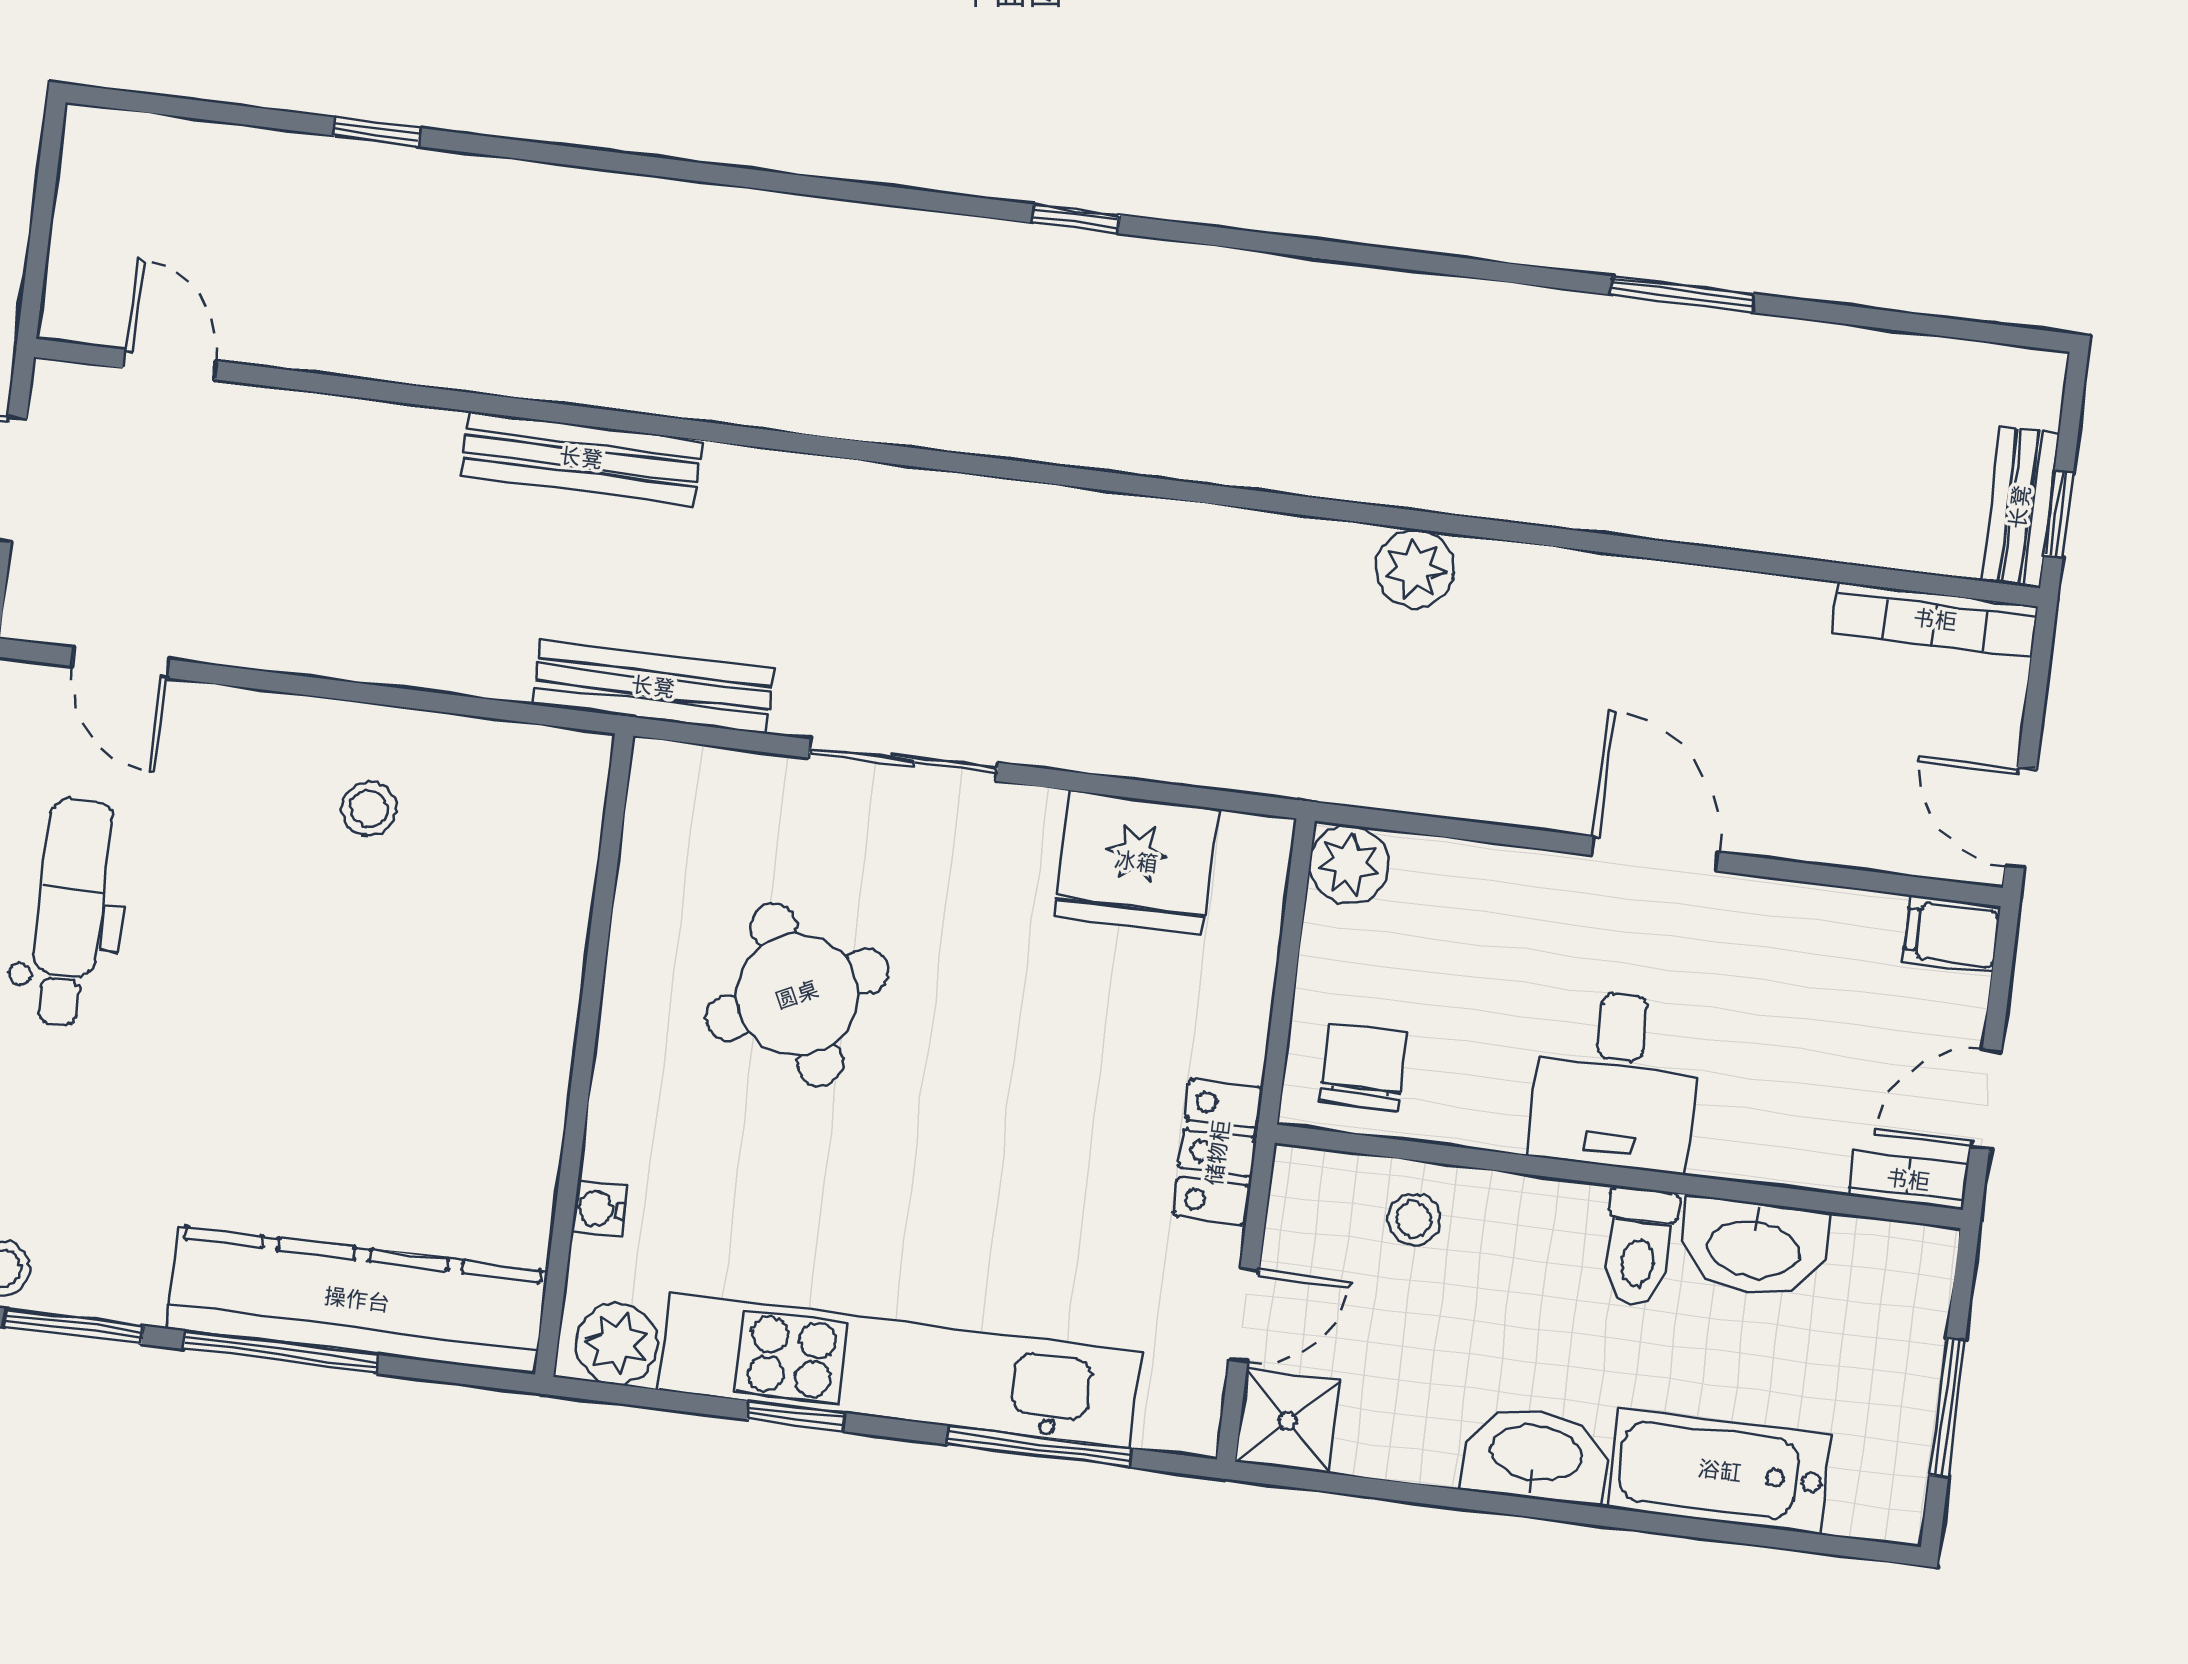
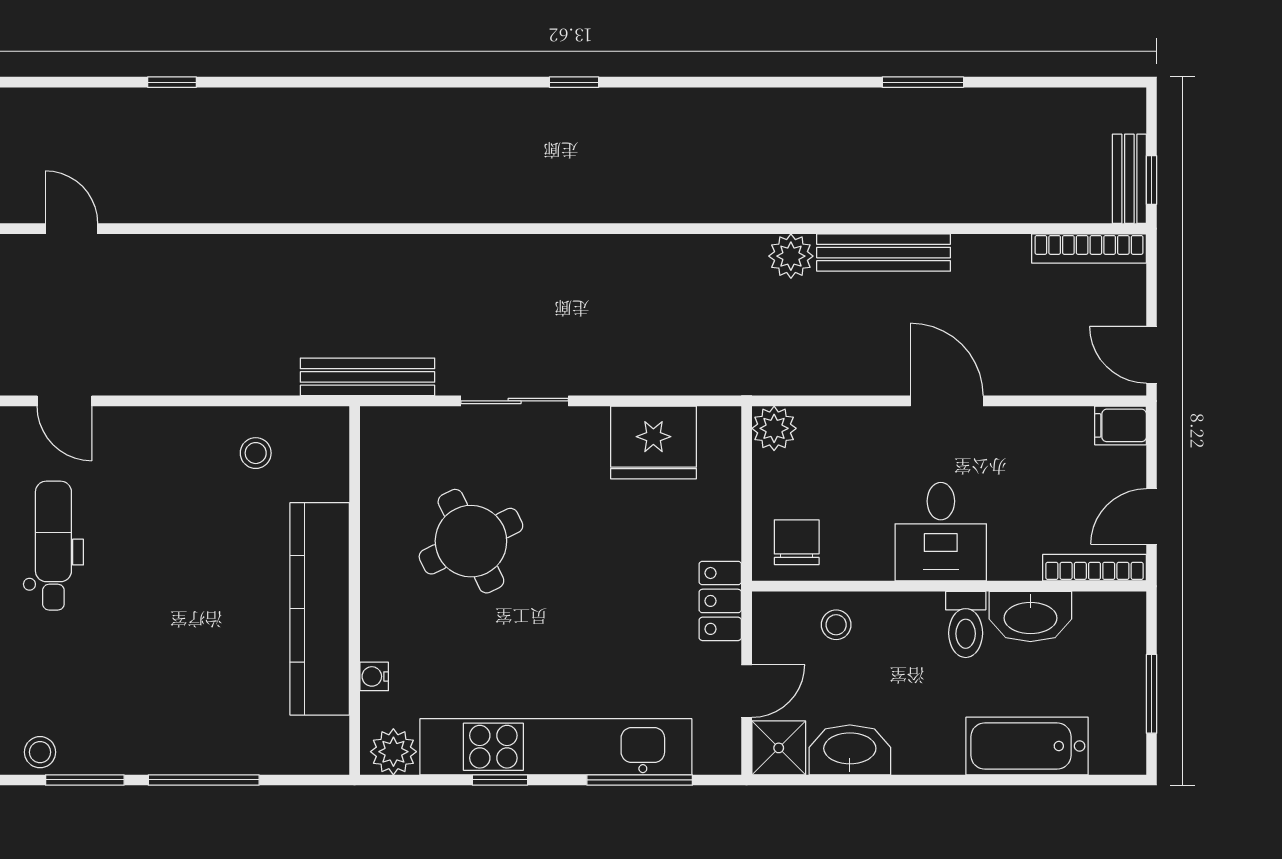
bench: (581, 458) -> (884, 253), moved
stool: (369, 809) -> (256, 453), moved
bookcase: (1908, 1180) -> (1095, 568), width x1.56
kitchen counter: (357, 1300) -> (320, 609), moved, turned -90
washbasin: (1536, 1455) -> (850, 750), moved

